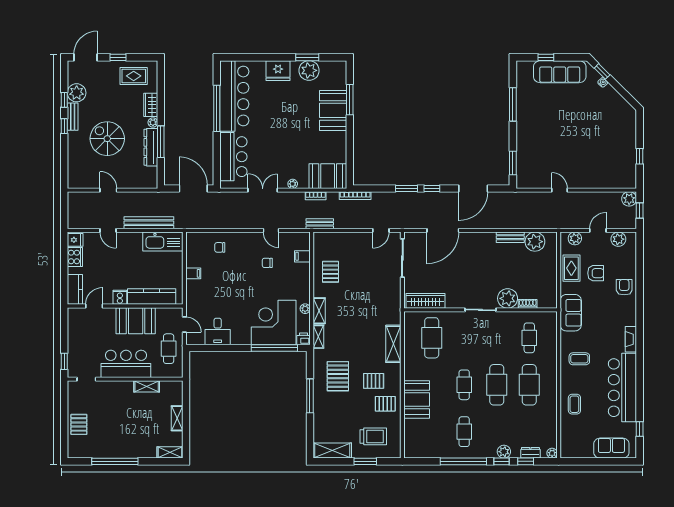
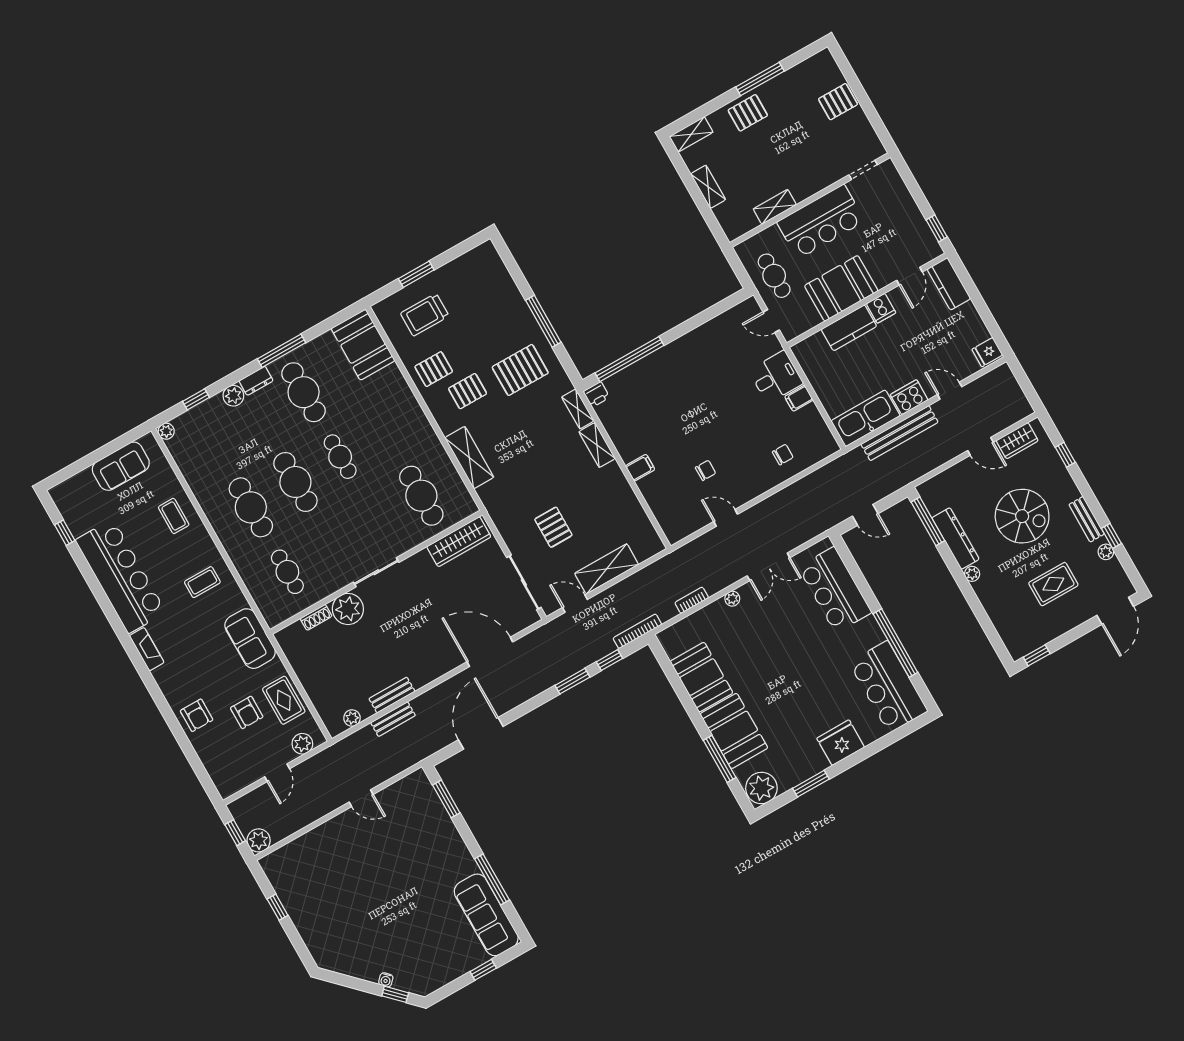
window: (118, 57) -> (1037, 655), moved
plant: (309, 70) -> (761, 788), moved
sofa: (560, 72) -> (486, 915), moved, turned -90
rug: (134, 76) -> (1053, 584), moved
plant: (77, 93) -> (1106, 552), width x0.53, depth x0.53
bar counter: (234, 96) -> (888, 687), width x0.73
wardrobe: (151, 105) -> (1017, 441), moved, turned 90
window: (64, 126) -> (1065, 455), moved
window: (161, 142) -> (928, 521), moved
booth: (328, 176) -> (702, 677), moved, turned 90
door: (193, 188) -> (865, 515), width x0.53
window: (432, 188) -> (610, 660), moved
bench: (320, 224) -> (393, 719), moved
door: (381, 230) -> (575, 604), hinge flipped
door: (443, 230) -> (490, 652), hinge flipped
plant: (618, 239) -> (242, 777), removed
plant: (535, 242) -> (352, 718), width x0.53, depth x0.53
filing cabinet: (302, 256) -> (640, 468), moved
cooker: (75, 257) -> (909, 397), moved, turned 90
pallet: (331, 272) -> (553, 527), moved
armchair: (596, 273) -> (247, 712), turned -90
kitchen counter: (152, 297) -> (849, 328), width x0.67
plant: (305, 309) -> (618, 437), removed
corner desk: (274, 323) -> (650, 393), removed
desk: (218, 331) -> (776, 377), moved, turned 90
window: (64, 361) -> (937, 228), moved
pallet: (338, 376) -> (520, 370), turned 90
booth: (417, 399) -> (363, 345), moved
pallet: (79, 424) -> (838, 102), turned 90
cafe table: (464, 432) -> (304, 392), width x1.37, depth x1.35
pallet: (132, 447) -> (748, 113), added
sofa: (611, 448) -> (121, 466), moved
shelving: (332, 451) -> (607, 569), moved
dresser: (530, 453) -> (256, 381), moved
window: (115, 461) -> (760, 79), width x0.68
window: (463, 461) -> (282, 351), width x0.68
window: (501, 461) -> (229, 381), removed

